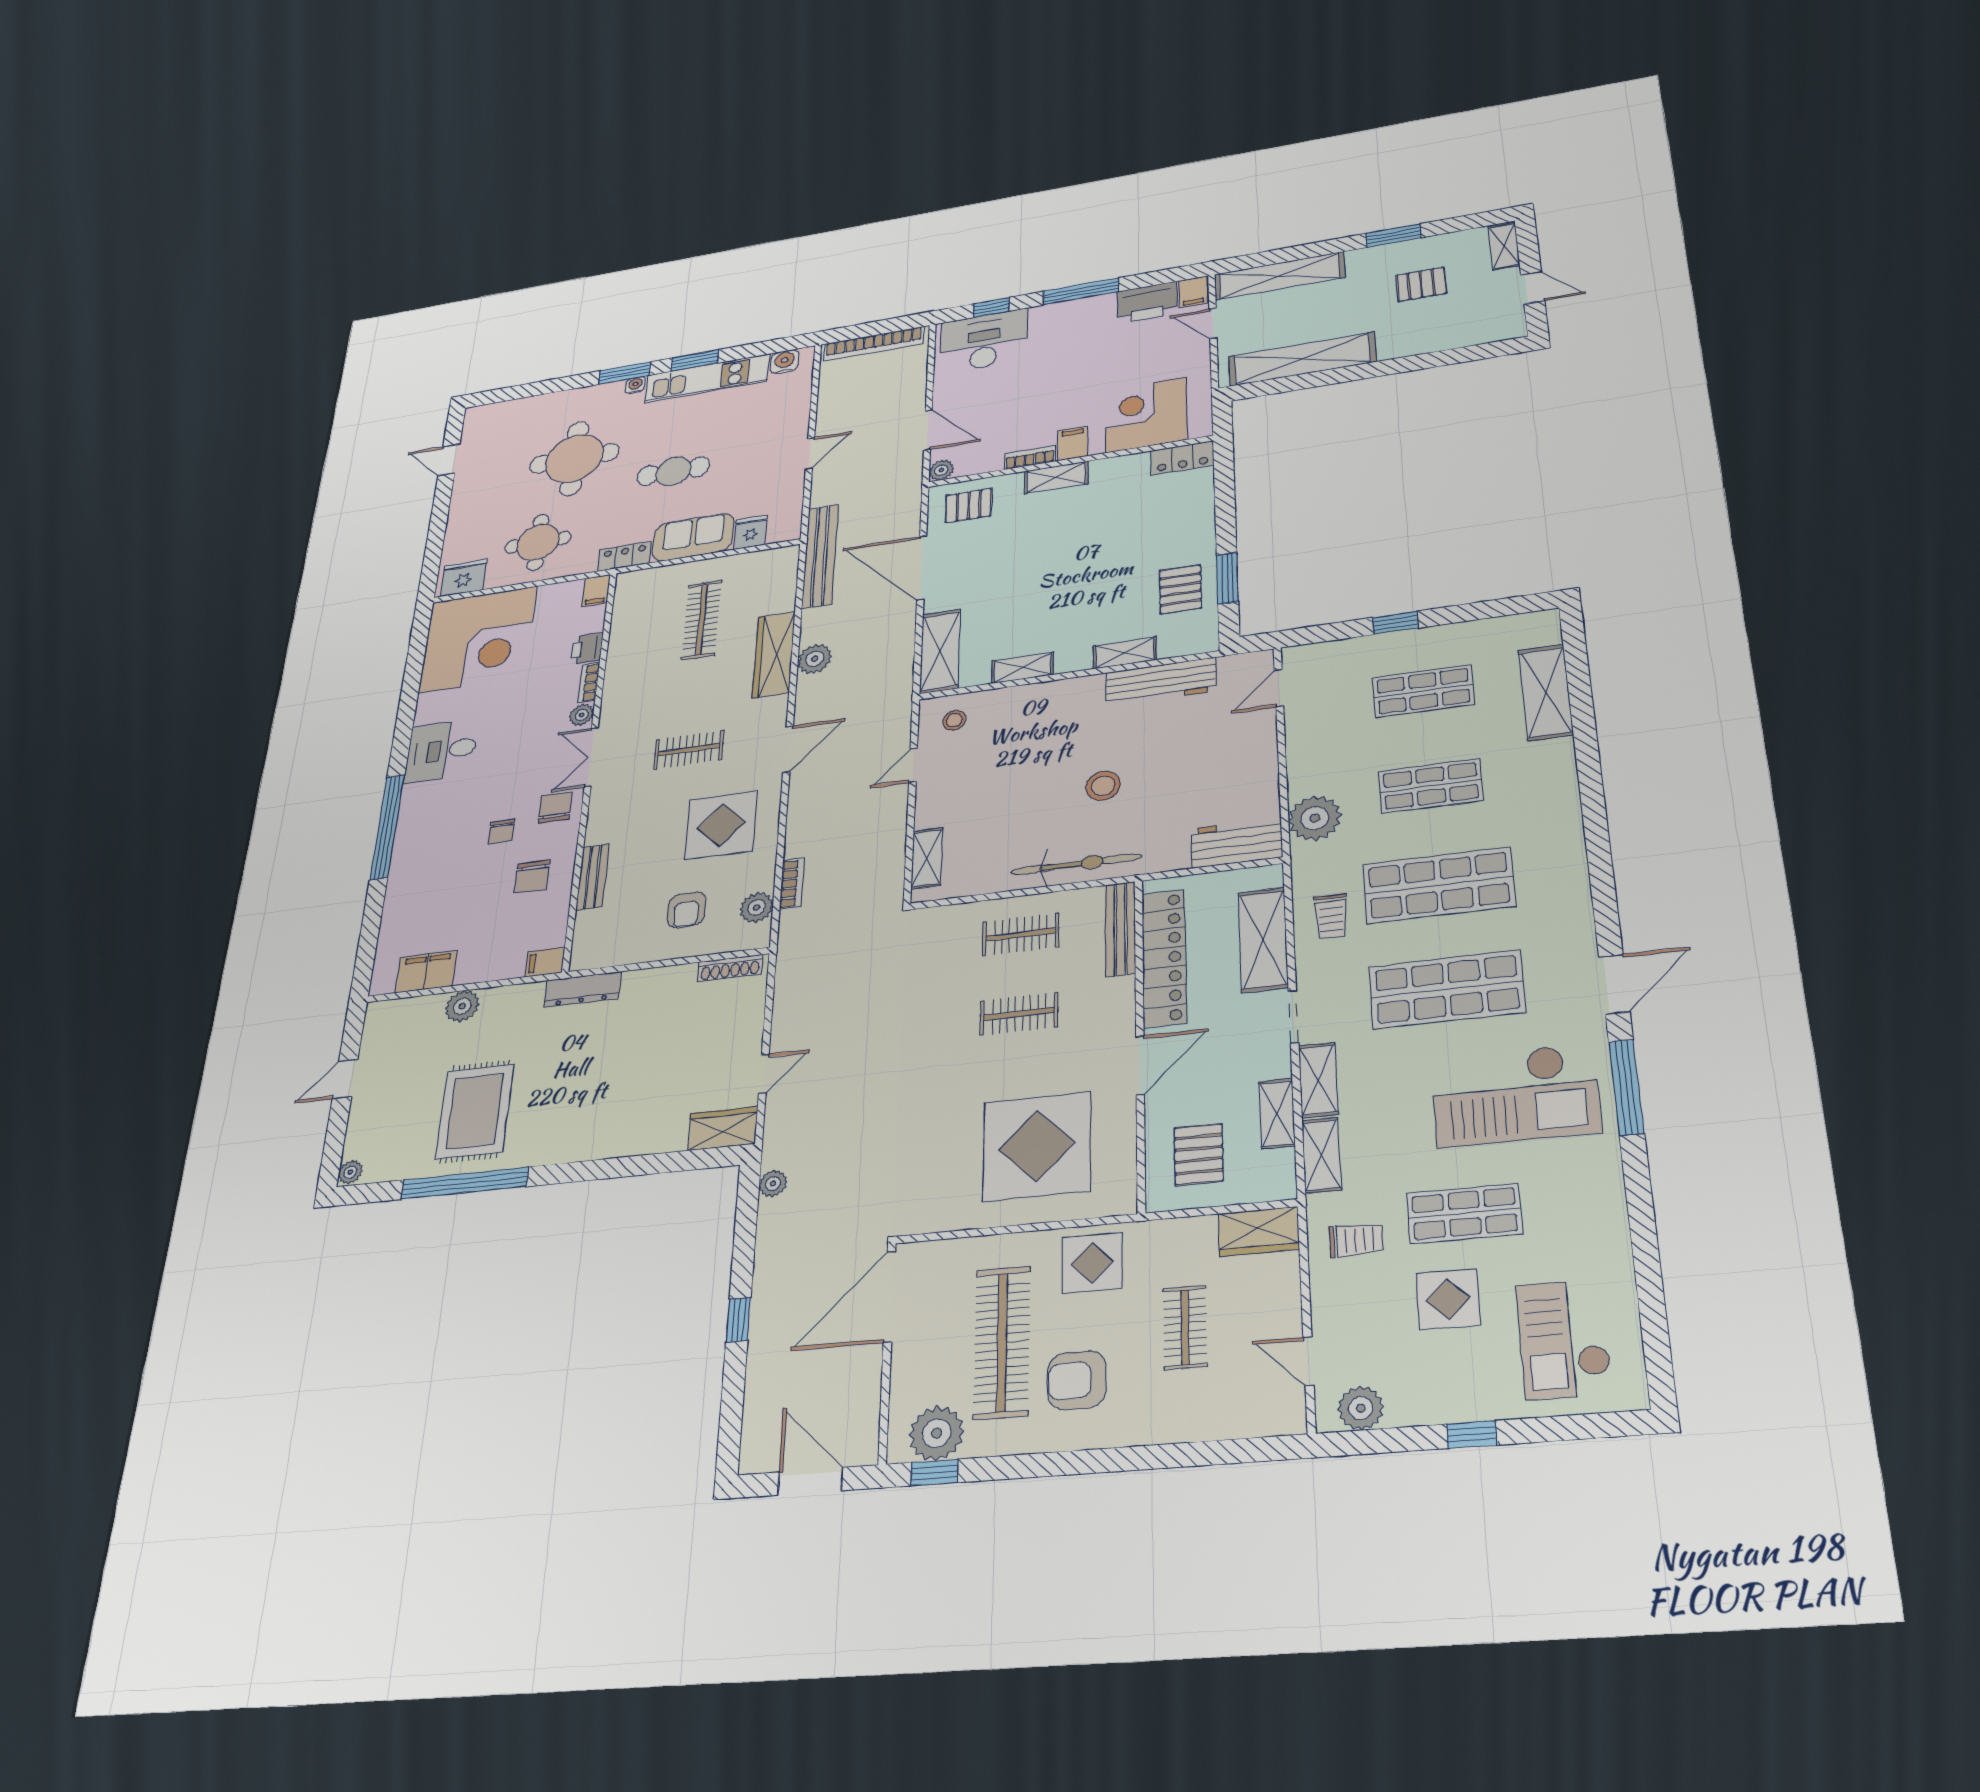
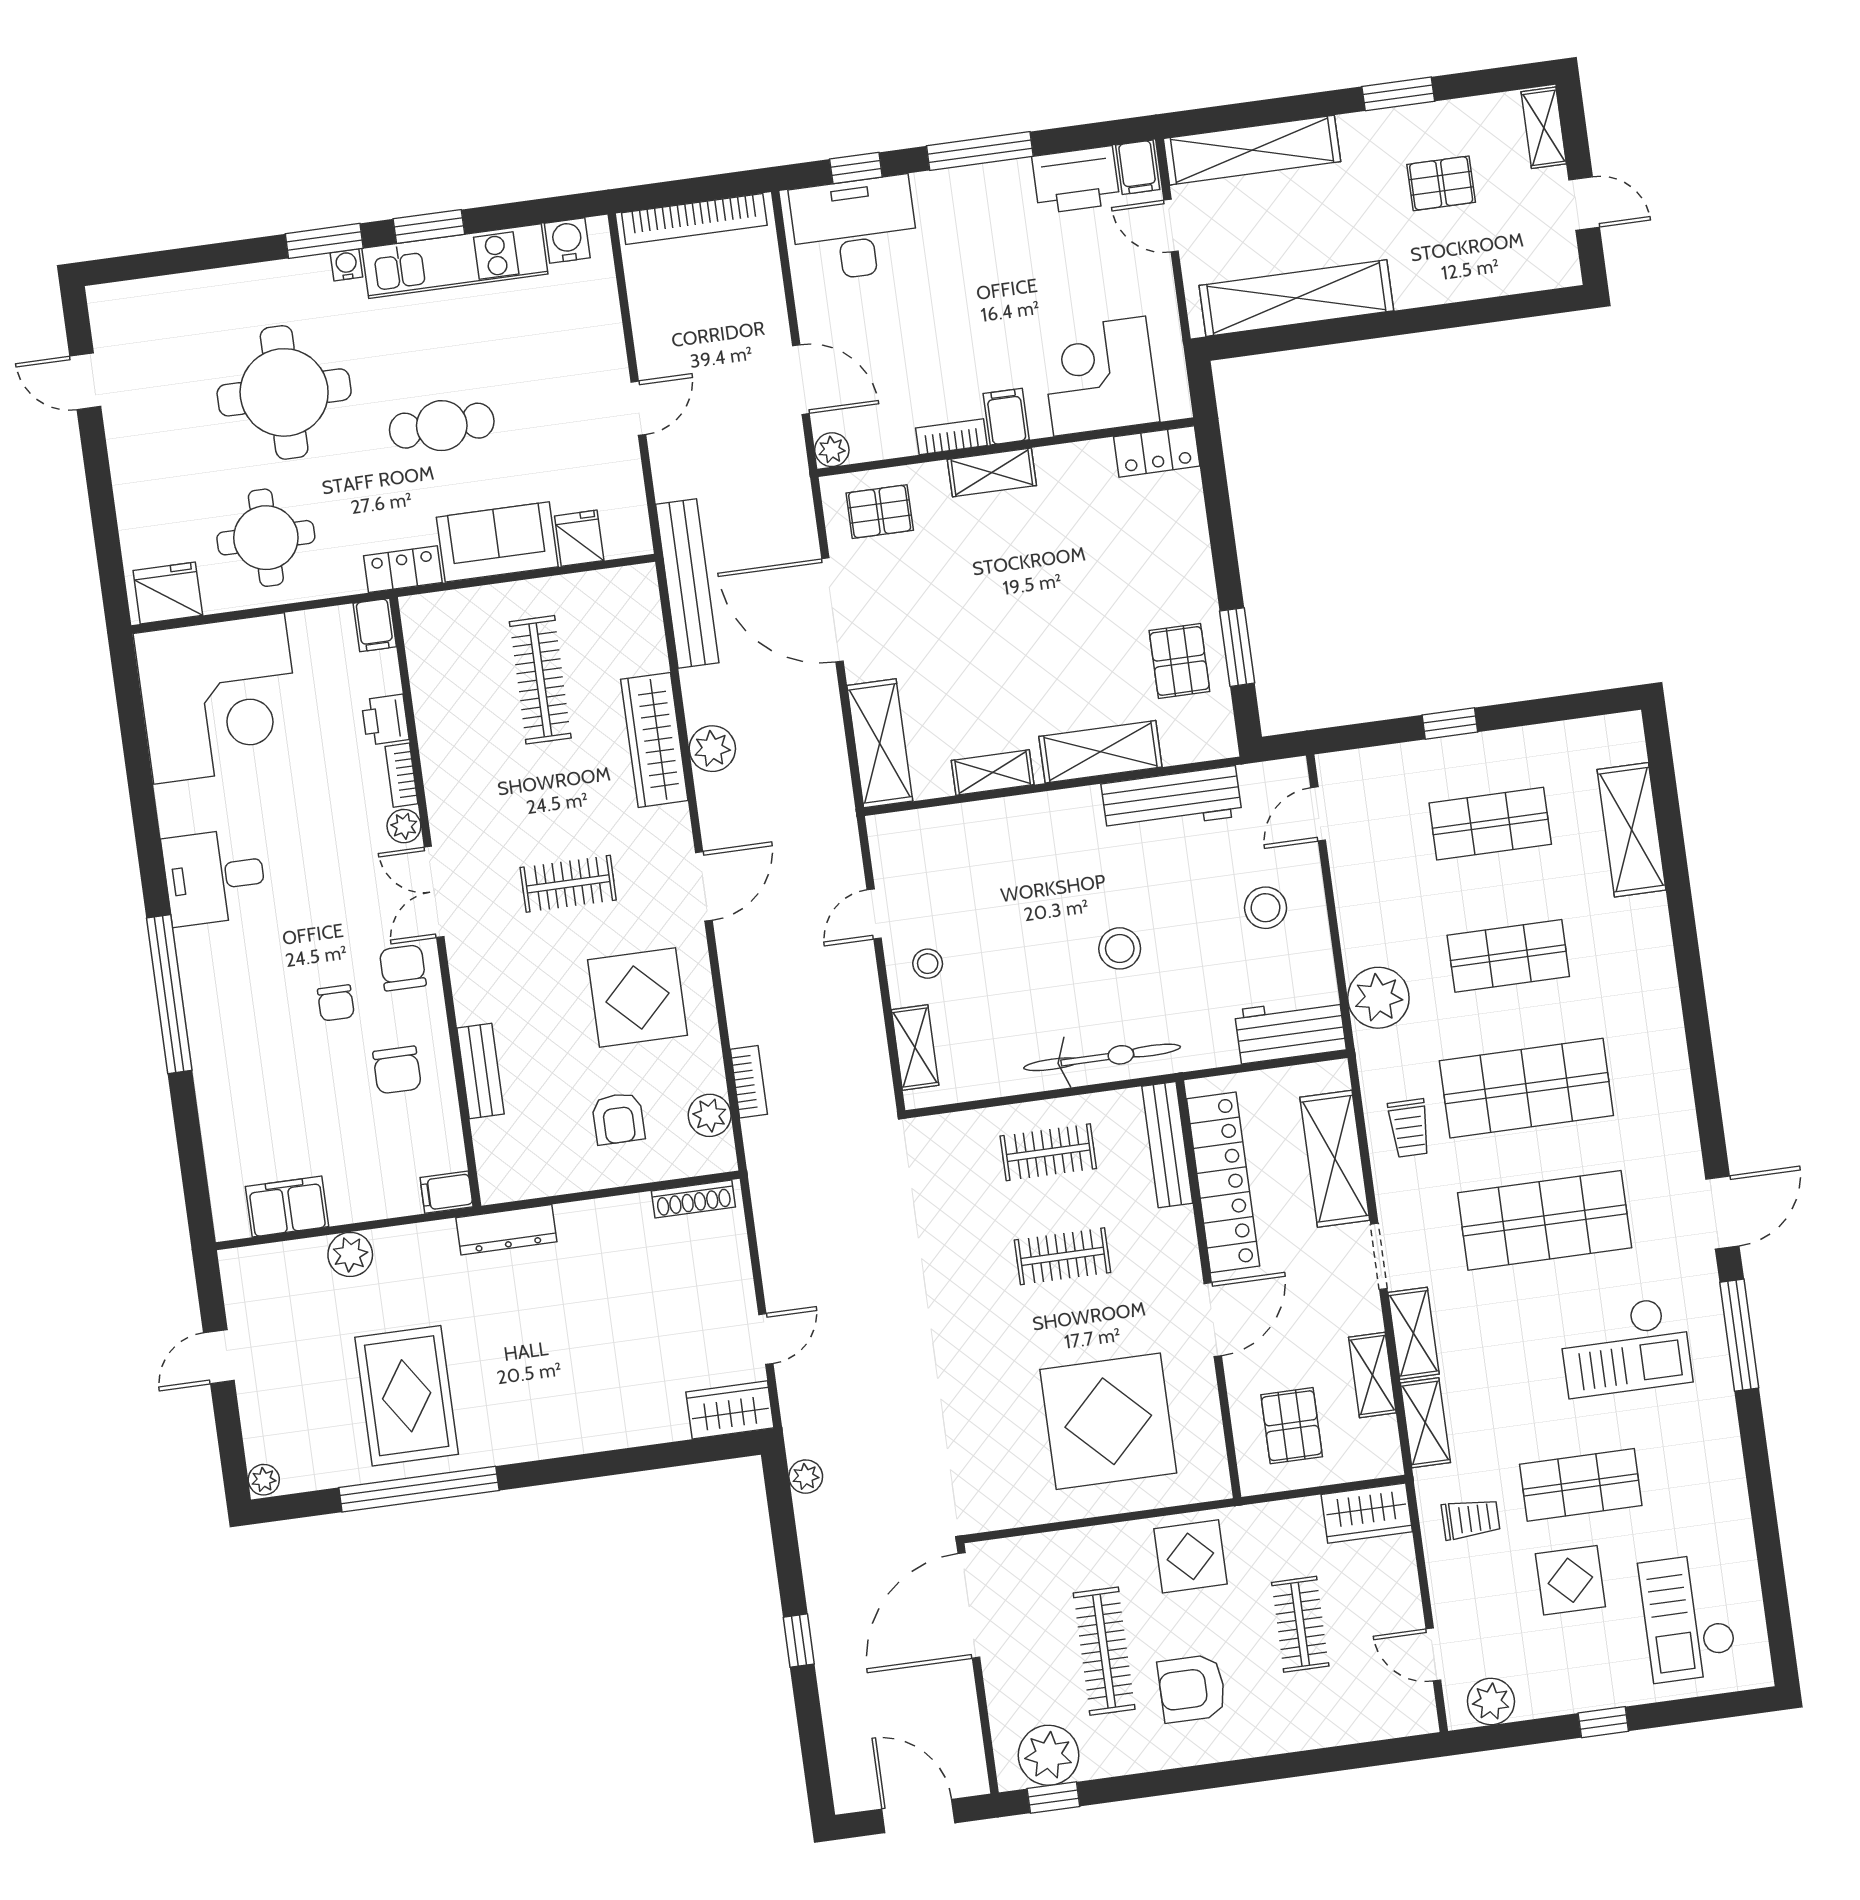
shelving: (1125, 653) -> (1100, 752), width x1.50, depth x1.33
stool: (954, 720) -> (928, 964), moved
stool: (1227, 755) -> (1266, 908), added
checkout: (1515, 1095) -> (1625, 1347), width x0.73, depth x0.83
clothes rail: (1002, 1342) -> (1104, 1651), width x0.73, depth x0.76

